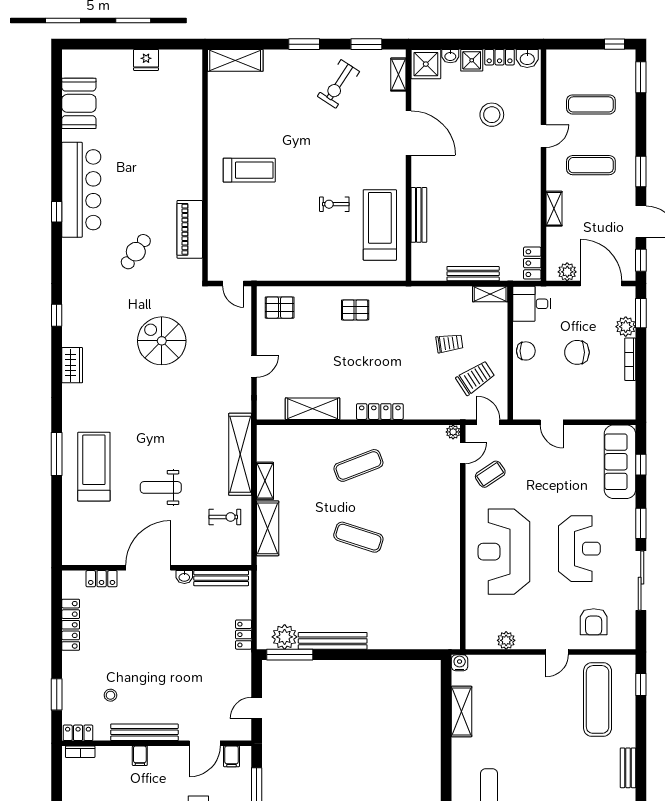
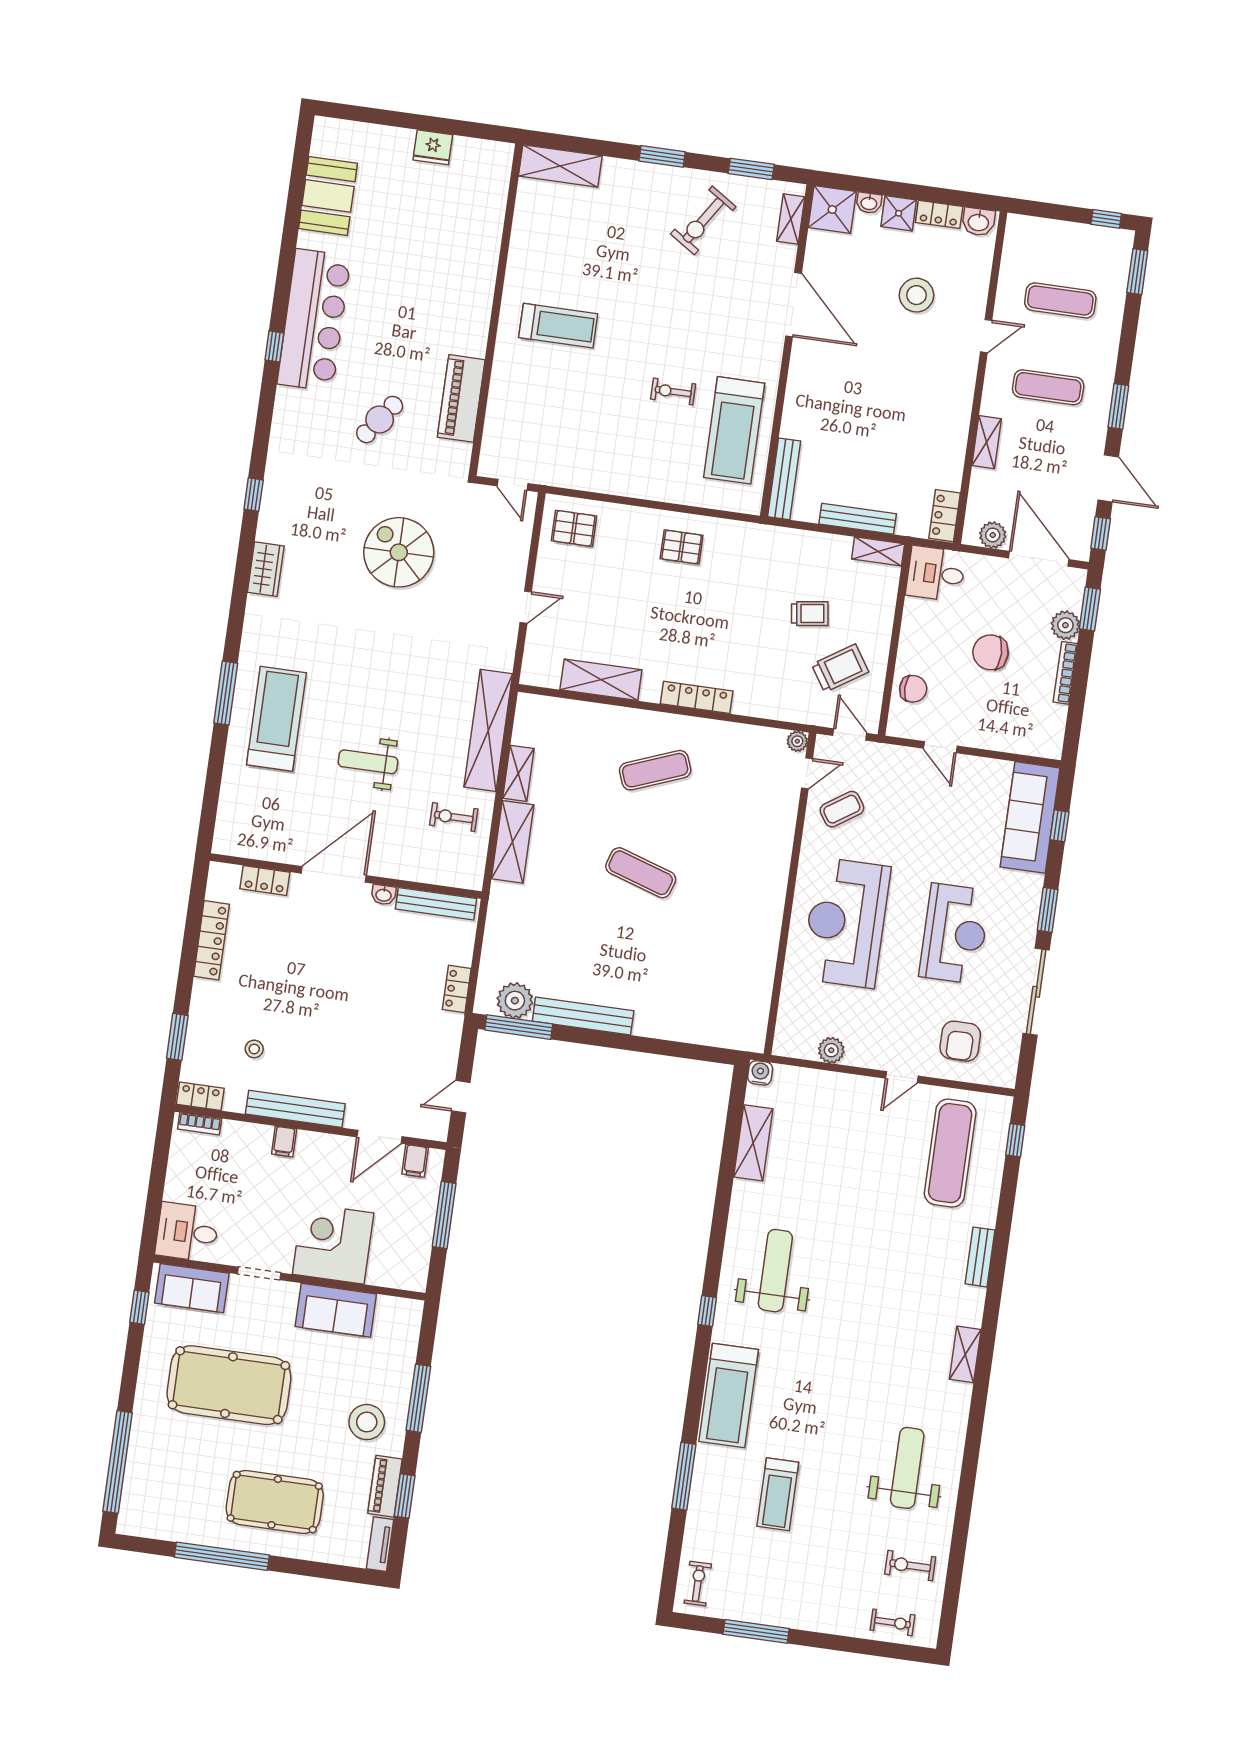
bench: (419, 215) -> (784, 479), moved
treadmill: (380, 225) -> (734, 430), turned 180
chair: (526, 351) -> (913, 689), moved
exercise bike: (225, 517) -> (454, 817), turned 180

